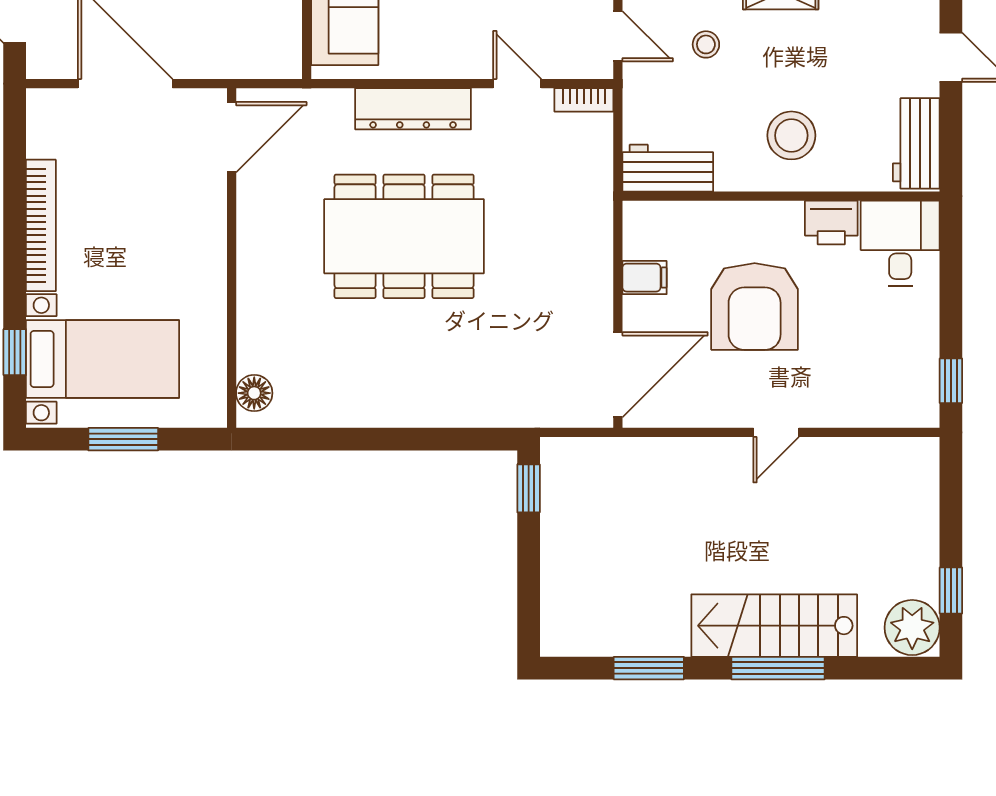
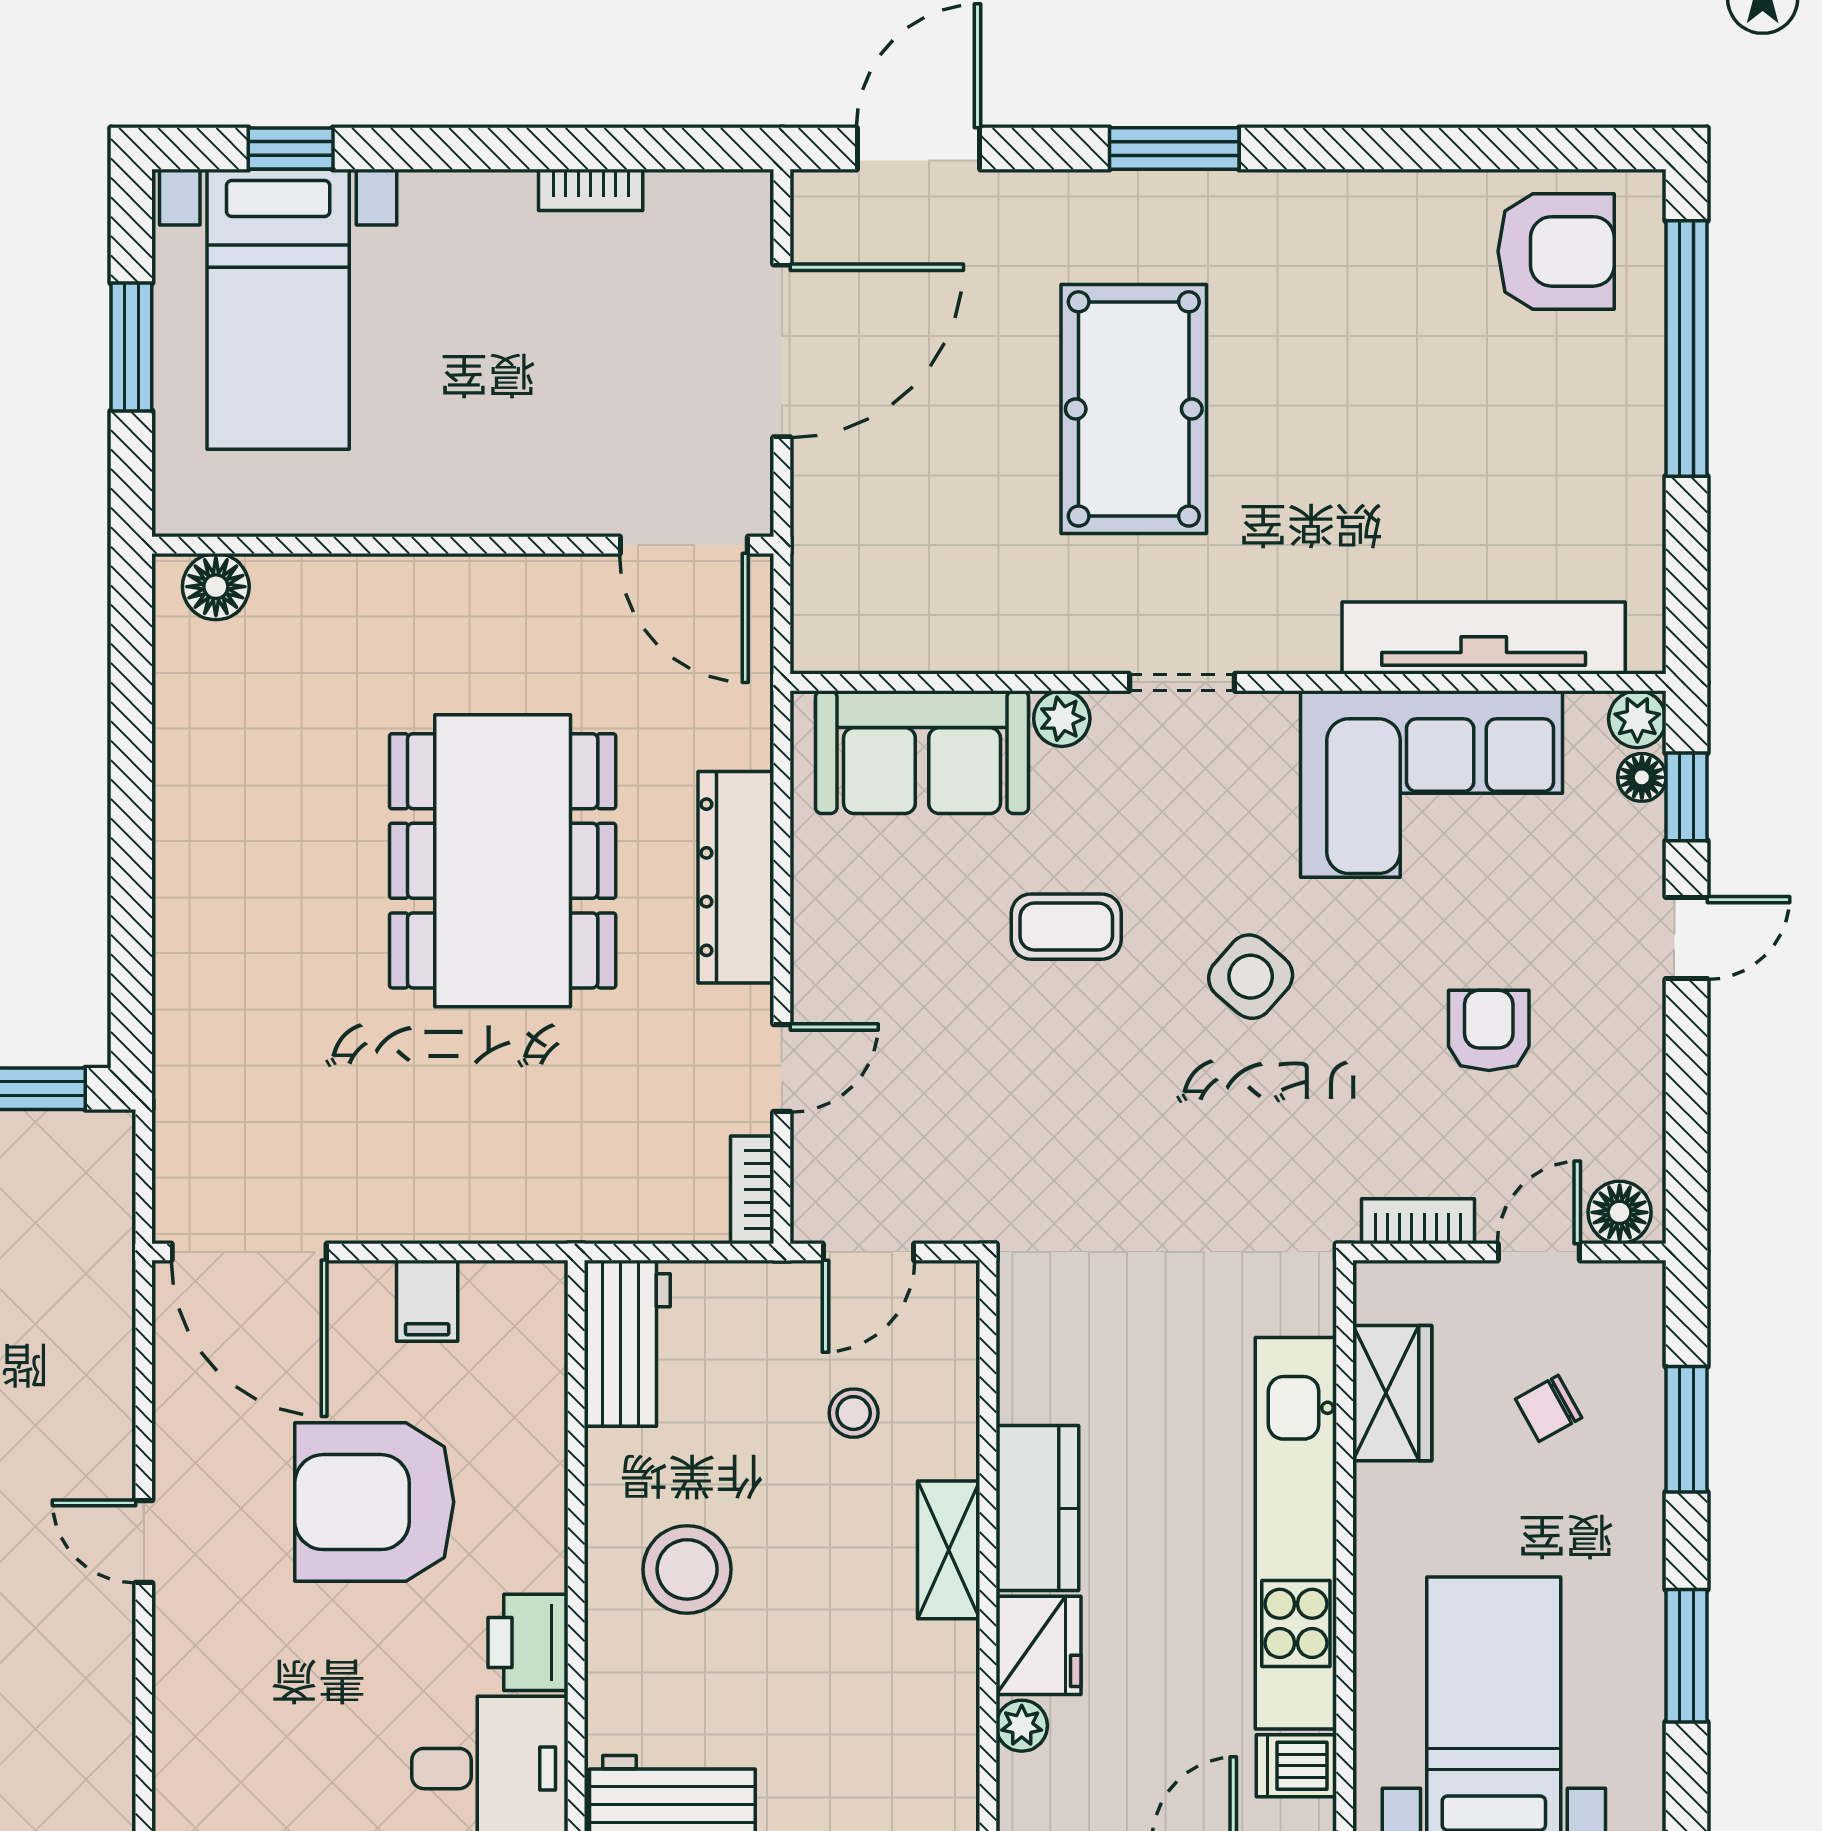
bookcase: (41, 225) -> (591, 190), width x0.43, depth x0.76

